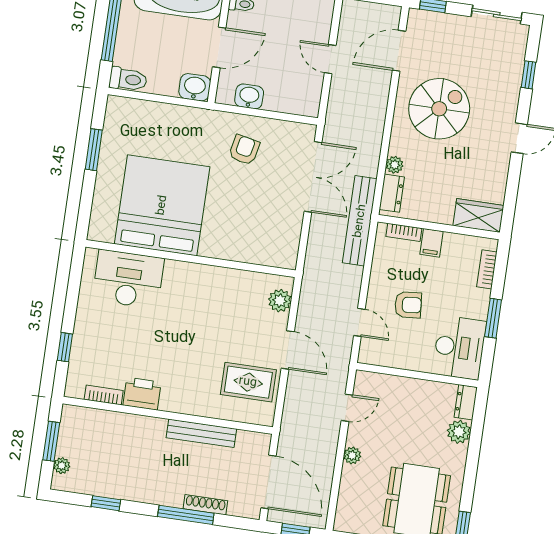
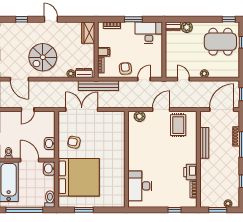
spiral stairs: (439, 109) -> (43, 57), turned -90
bed: (162, 205) -> (79, 177), moved, turned 180
armchair: (408, 305) -> (125, 69), moved

